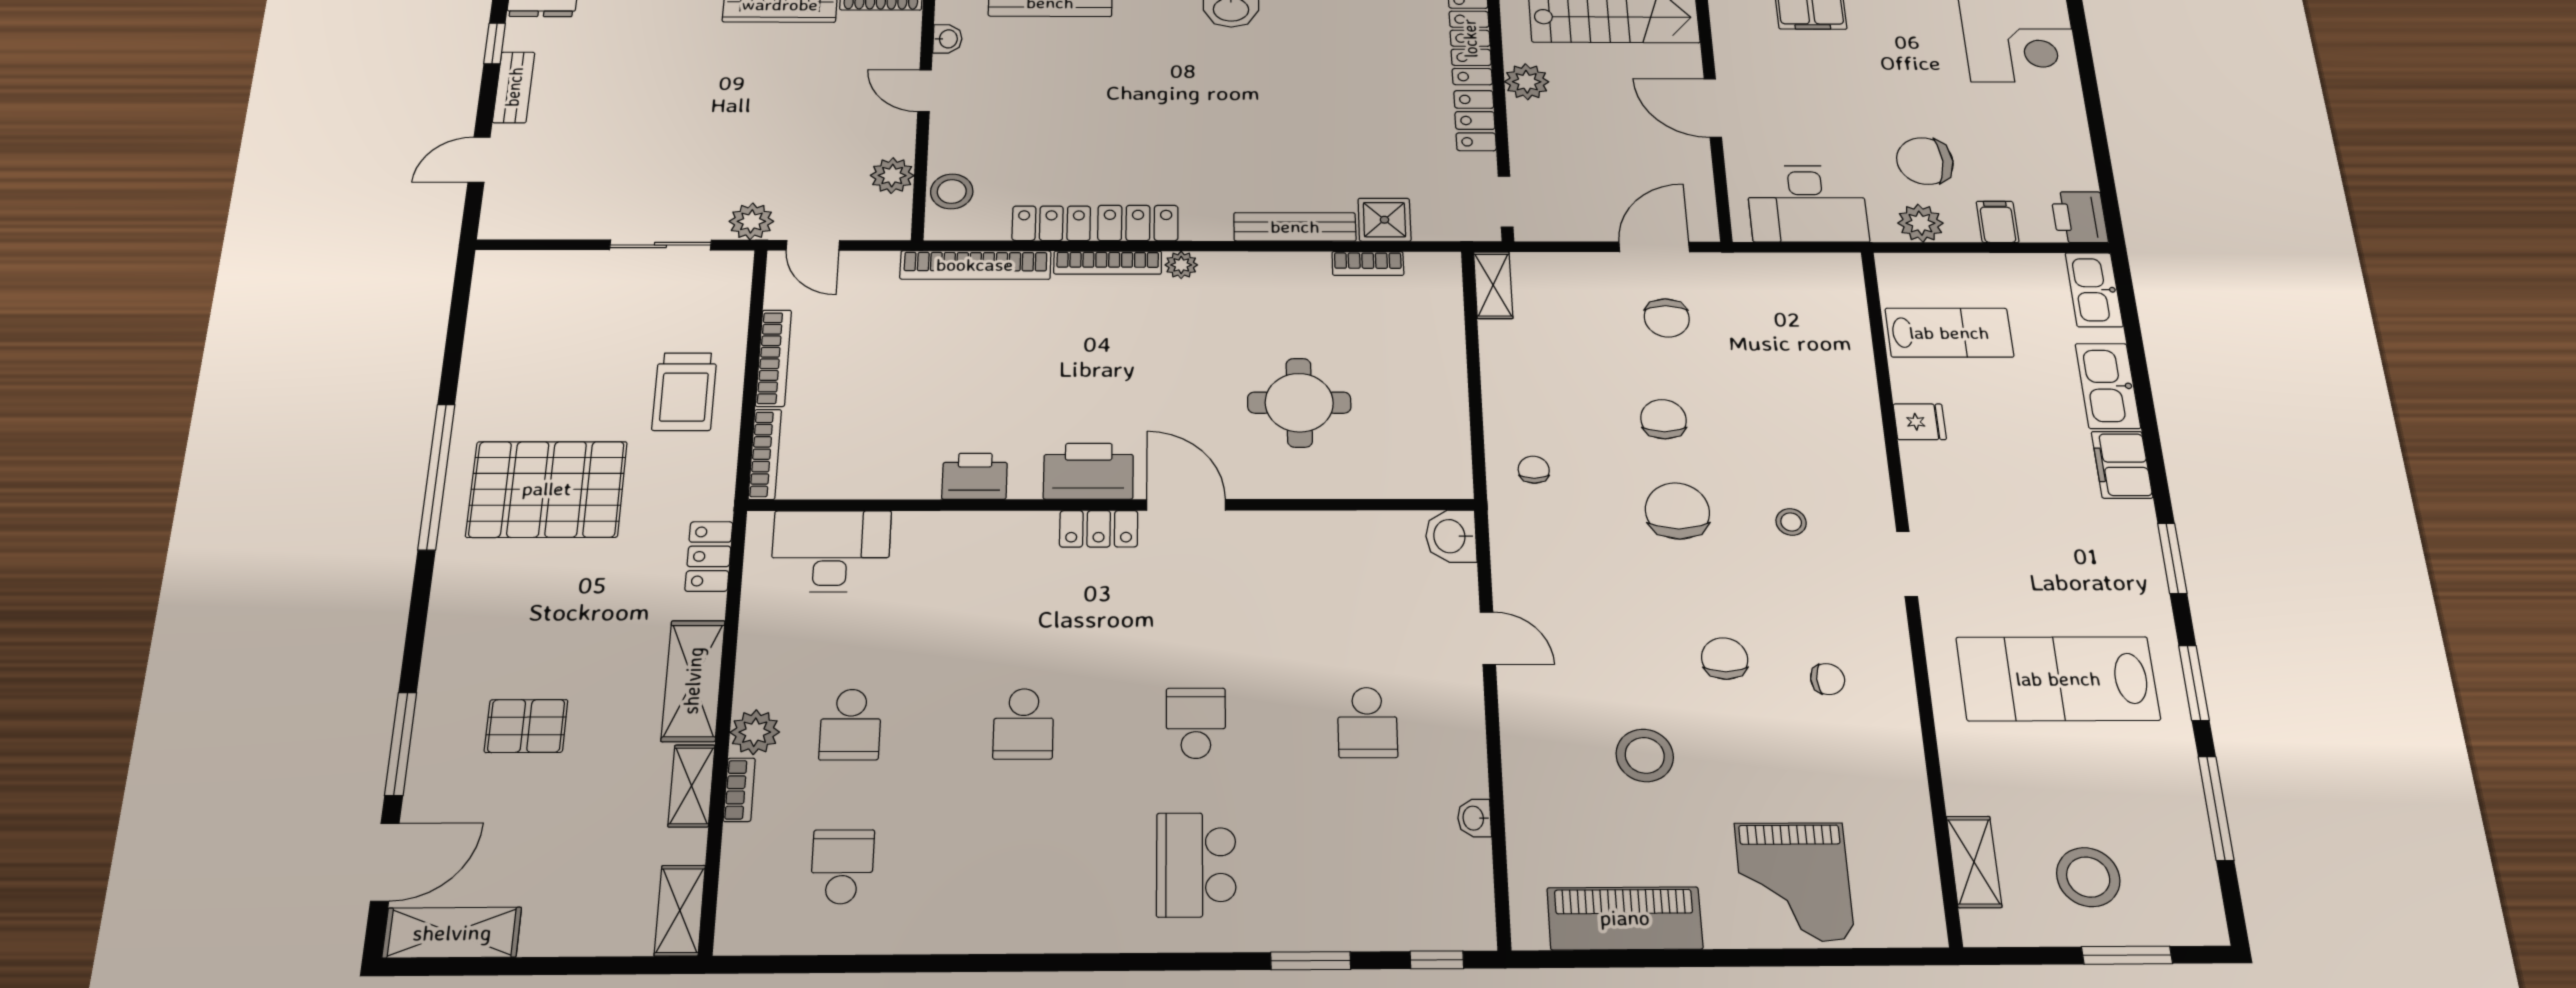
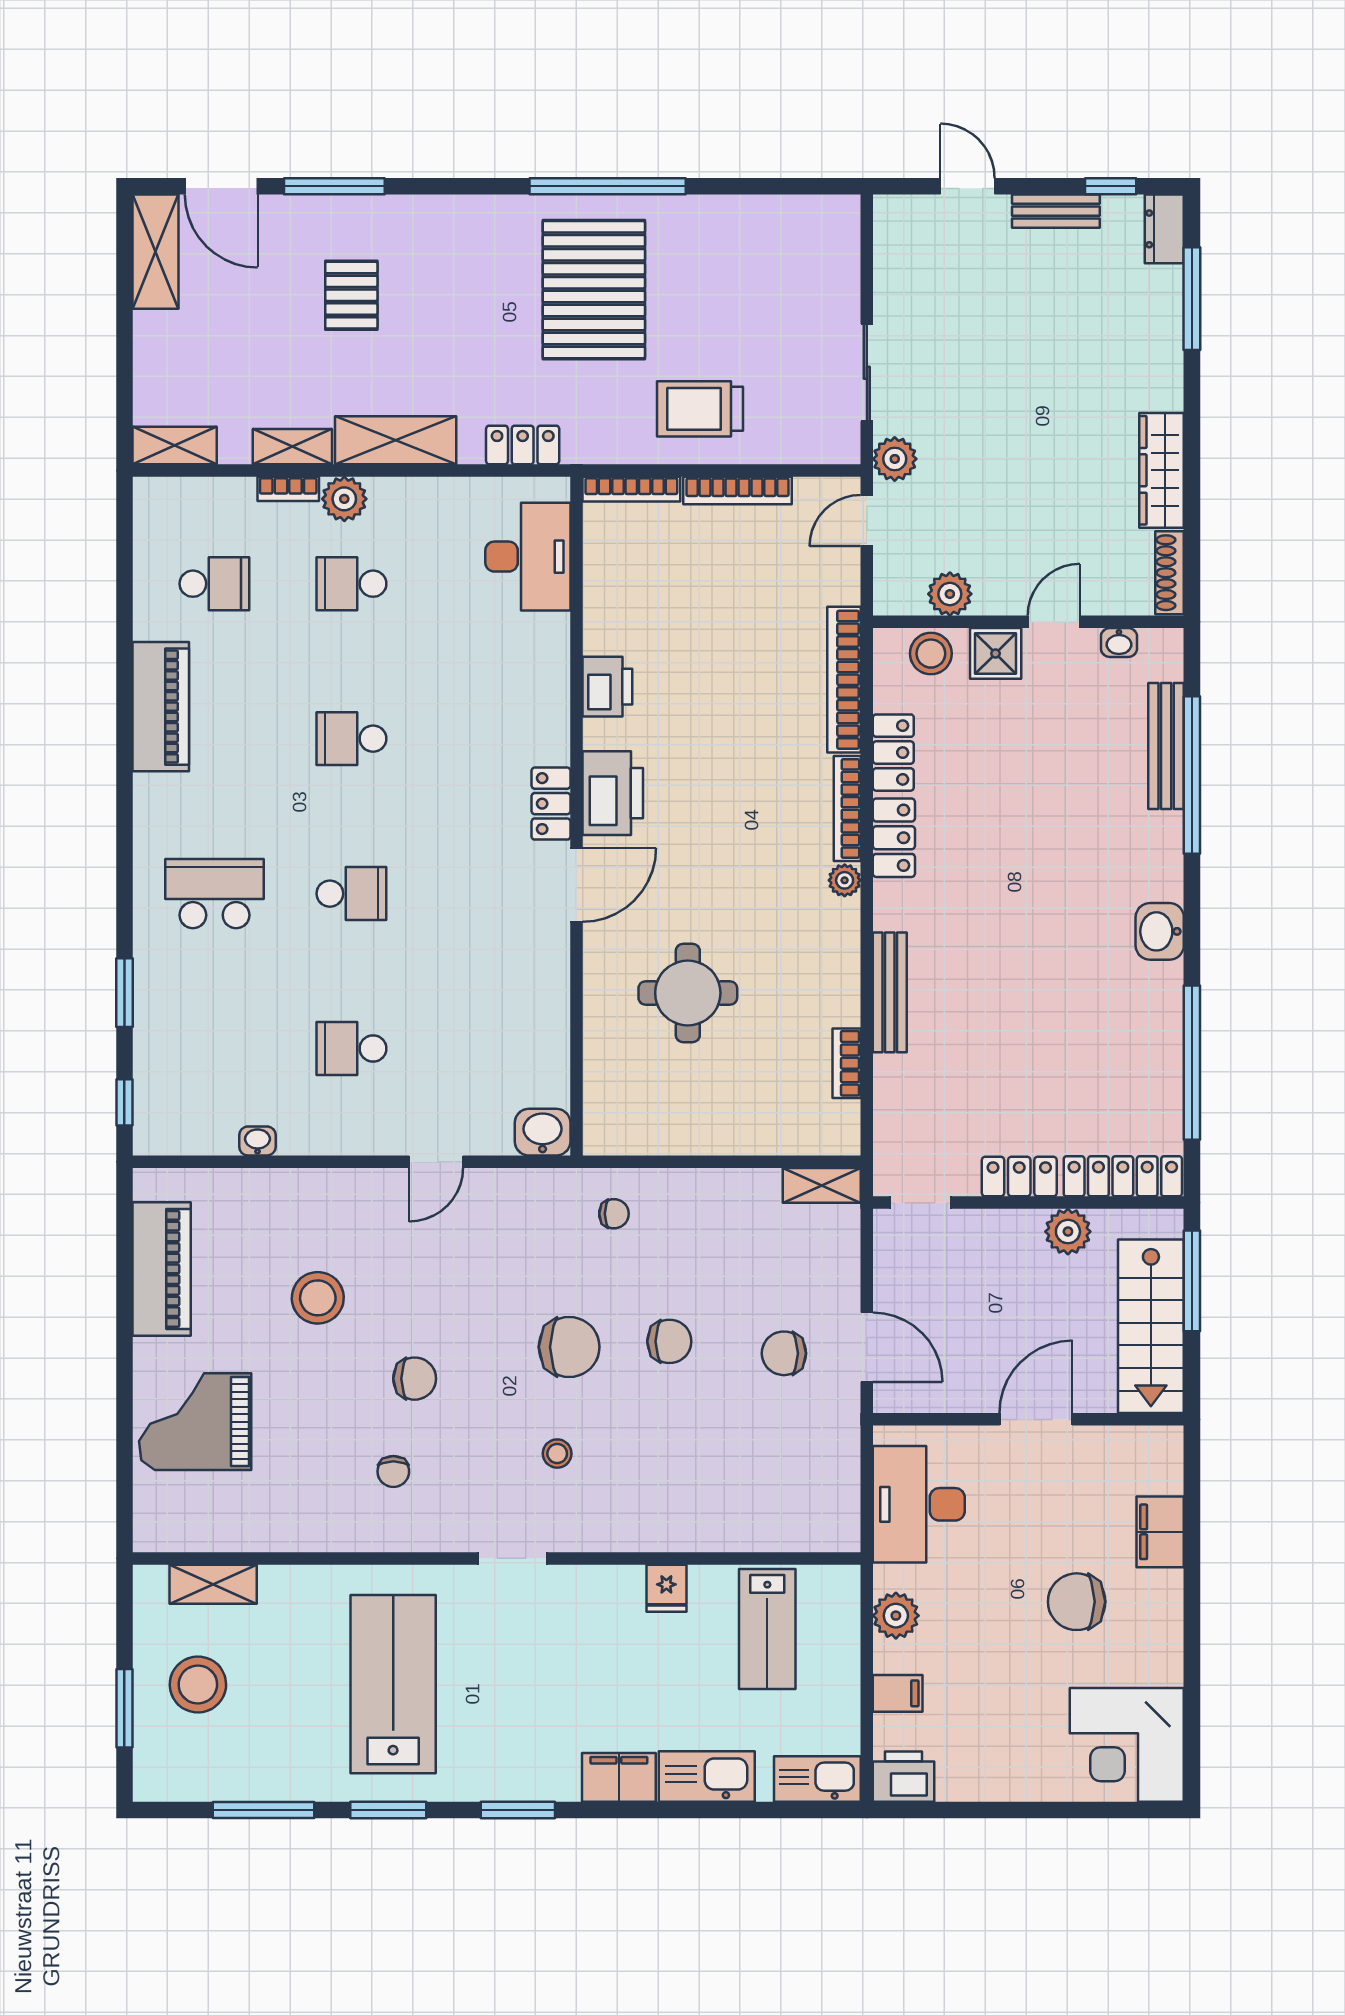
chair: (1925, 161) -> (1077, 1602), moved, turned -90
shower: (1384, 220) -> (996, 653), moved
piano: (981, 923) -> (161, 707), added

